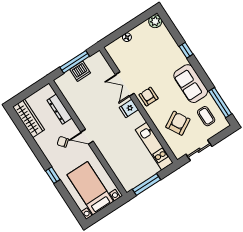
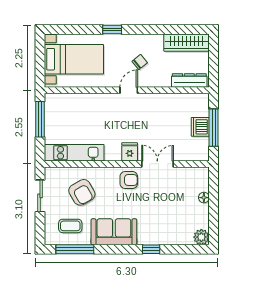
dresser: (59, 109) -> (189, 80), moved

